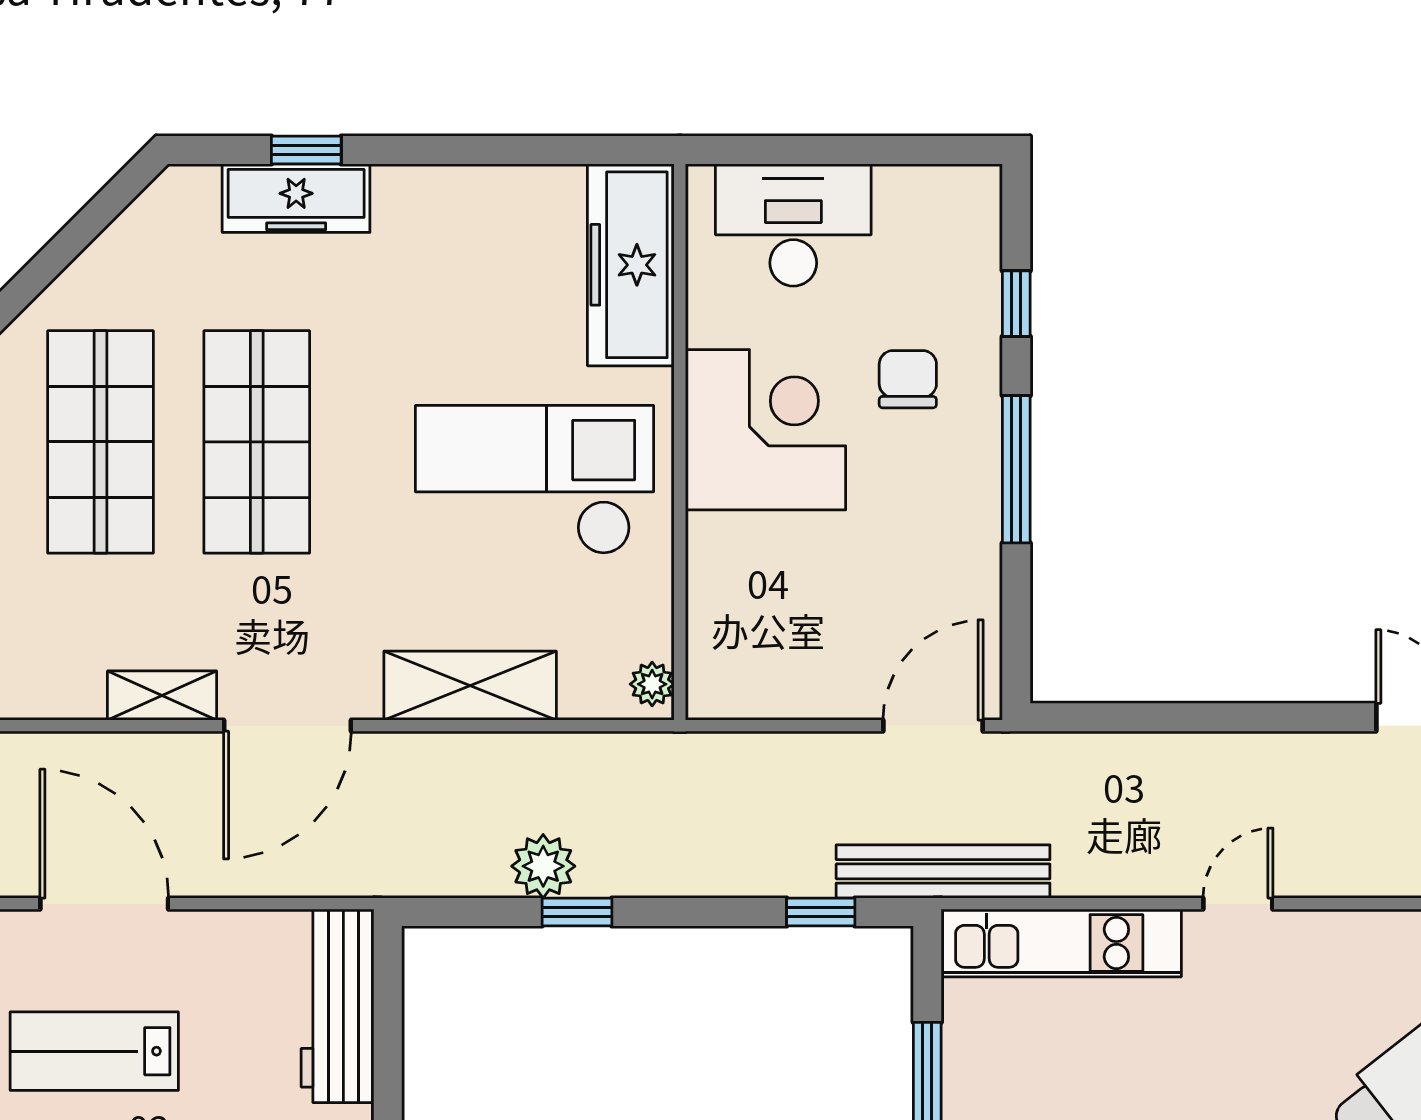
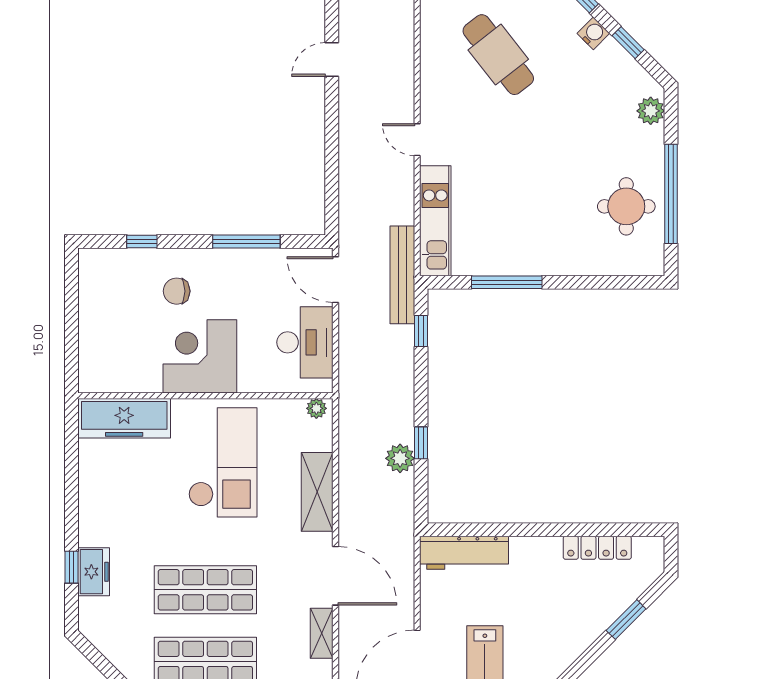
freezer: (296, 198) -> (94, 572), width x0.71
desk: (793, 225) -> (305, 342), moved, turned 180
window: (1016, 469) -> (246, 241), moved
checkout: (534, 480) -> (223, 462), turned 180

